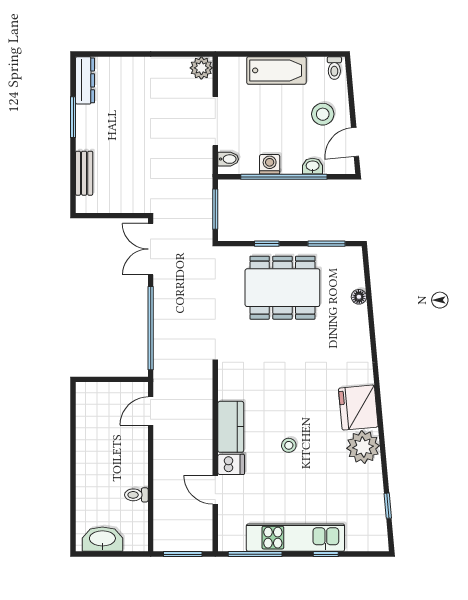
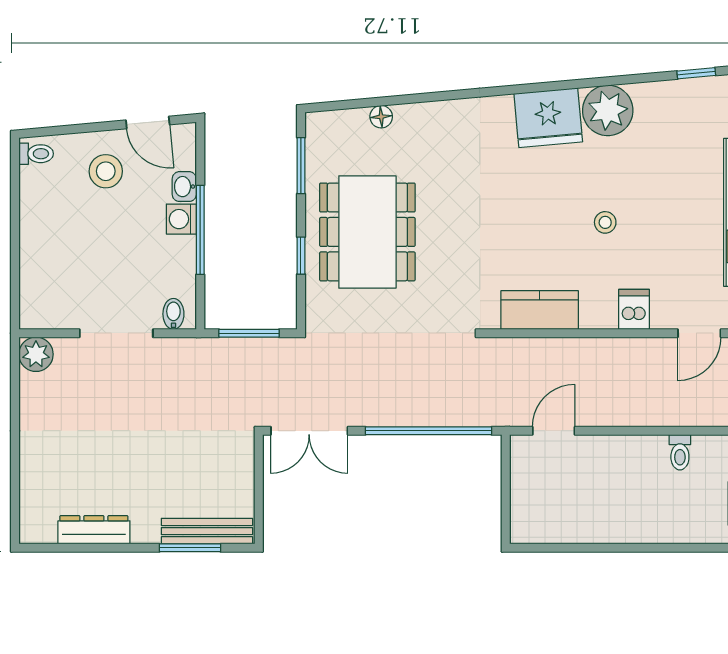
bathtub: (276, 70) -> (40, 241), removed
dresser: (85, 80) -> (94, 530), moved
window: (73, 117) -> (190, 548), moved
washing machine: (270, 164) -> (181, 219), moved
bench: (84, 173) -> (207, 531), width x1.36
window: (284, 177) -> (200, 230), width x0.68
door: (151, 411) -> (554, 431), swing flipped
kitchen counter: (231, 427) -> (540, 310), moved
door: (215, 490) -> (699, 333), moved

